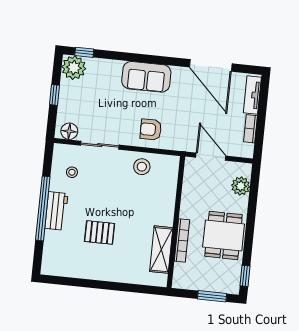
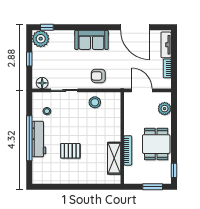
workbench: (56, 211) -> (39, 139), width x1.38

